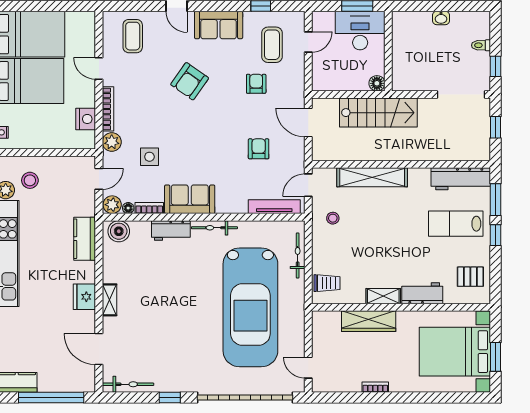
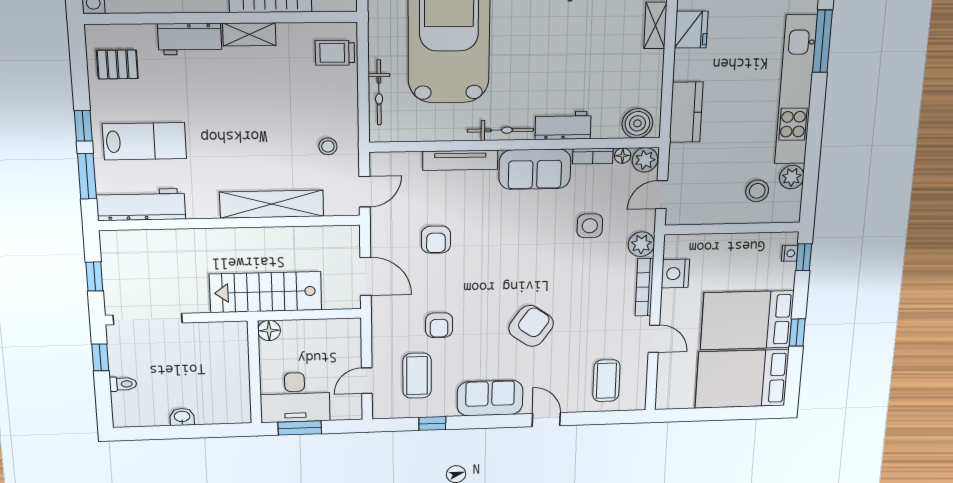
tv unit: (274, 207) -> (460, 160), moved

